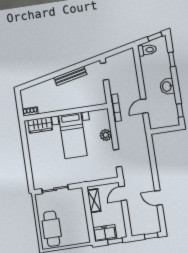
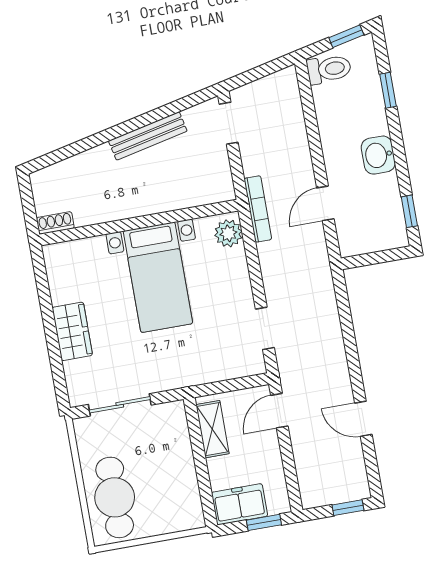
wardrobe: (40, 125) -> (72, 331), moved, turned -90
plant: (106, 135) -> (228, 233), moved

